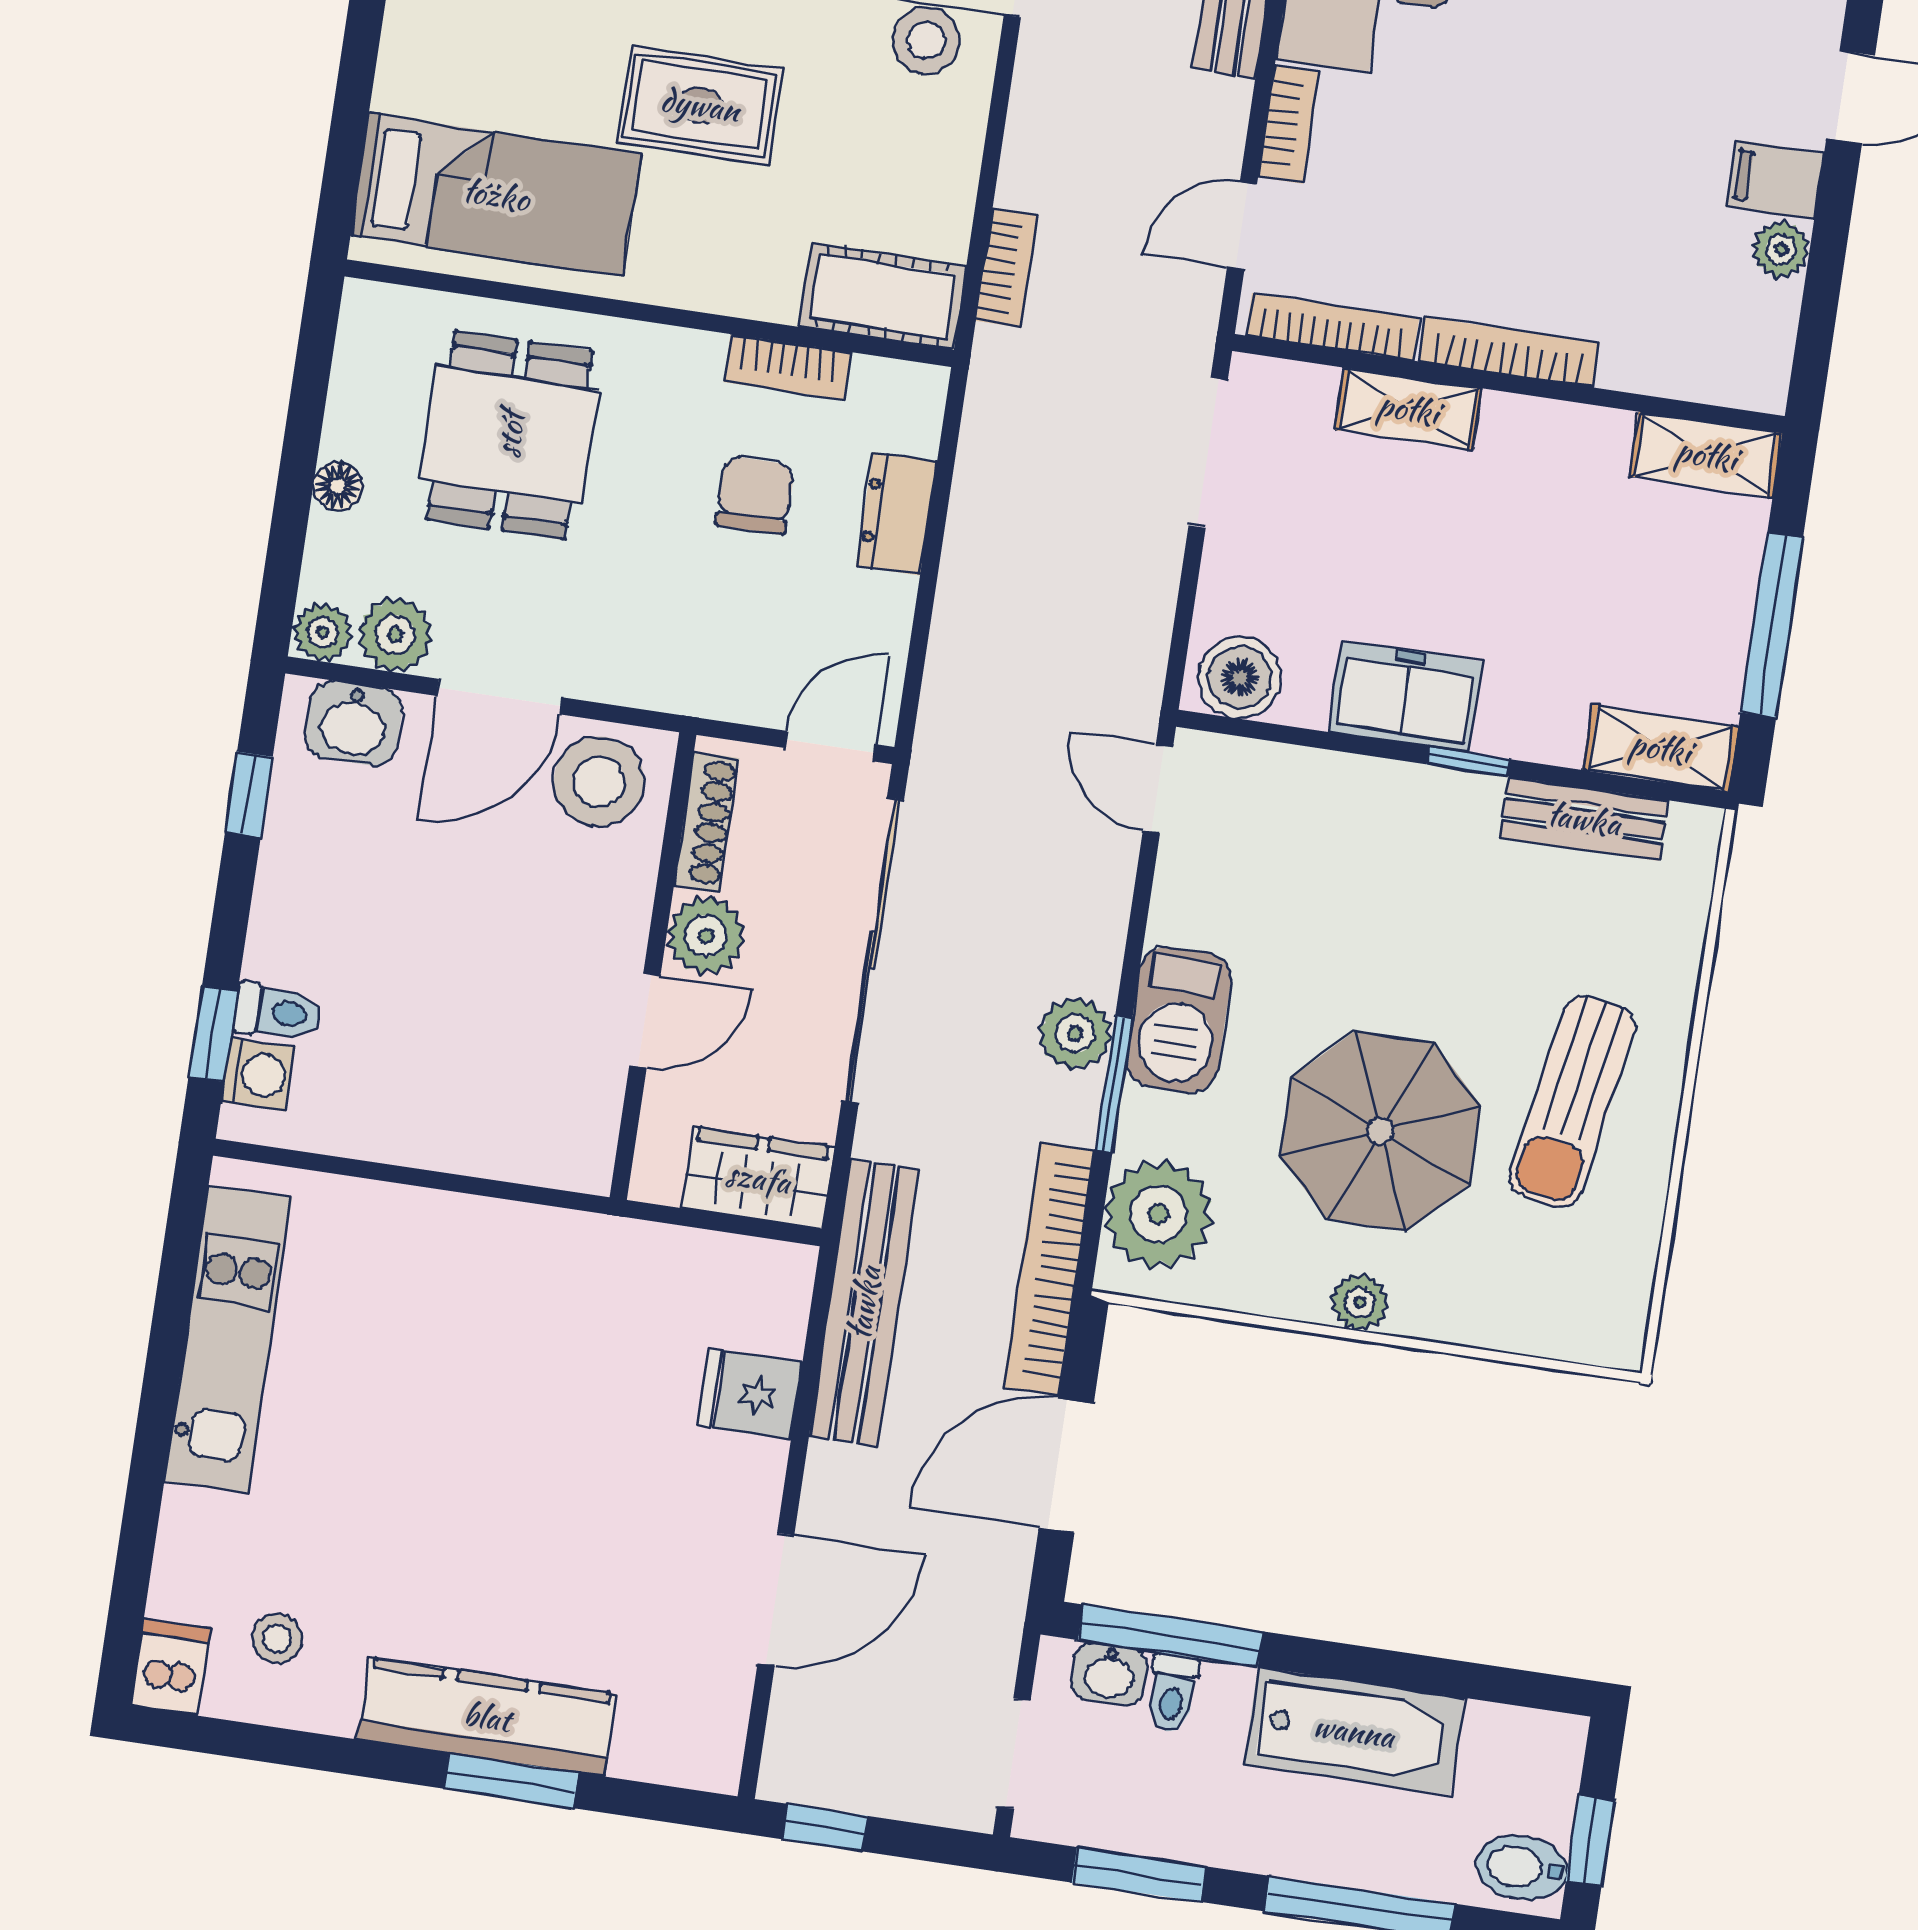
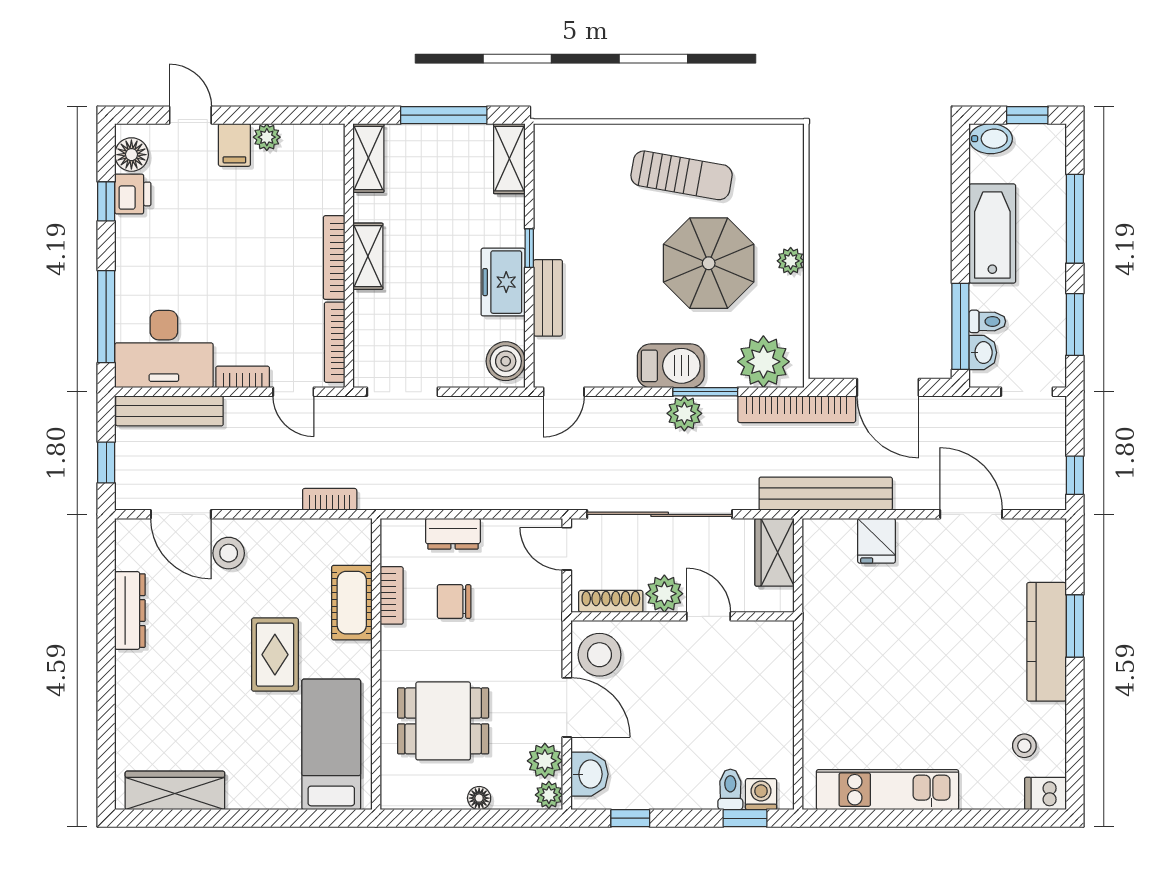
cot: (883, 296) -> (352, 603), moved
shelving: (1408, 409) -> (368, 256), moved
bench: (1584, 819) -> (548, 298), moved
bidet: (1522, 1868) -> (991, 139), moved, turned -90

